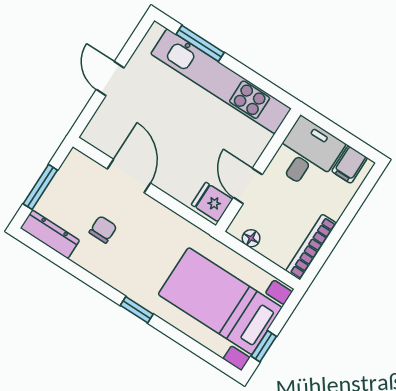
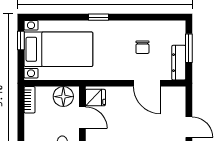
dresser: (50, 234) -> (179, 63), moved, turned 90
floor lamp: (251, 238) -> (63, 97), width x1.89, depth x1.89
bookcase: (311, 247) -> (29, 100), width x0.64

